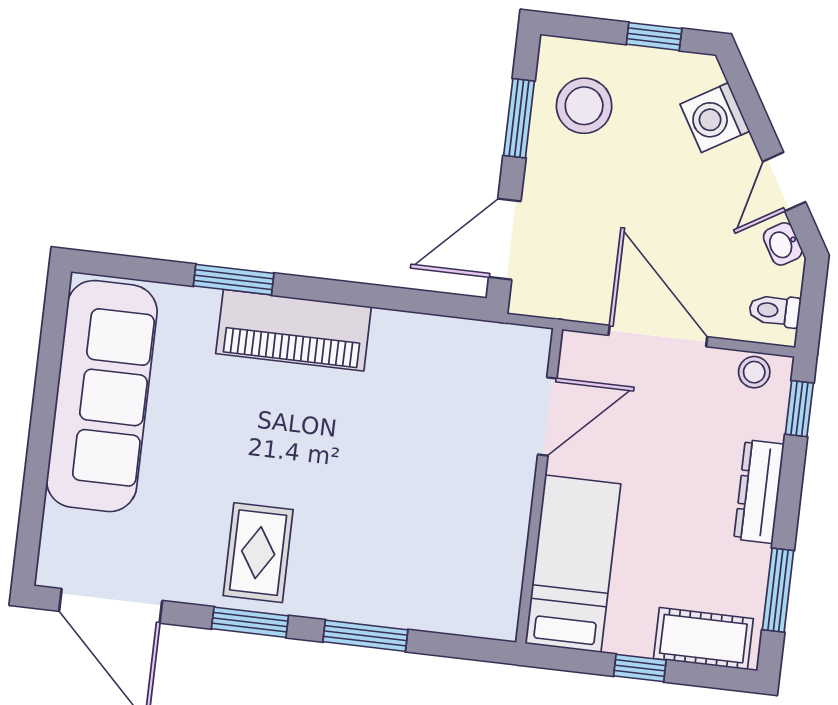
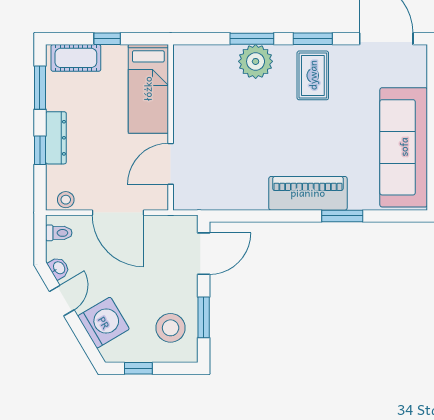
washing machine: (715, 118) -> (104, 323), width x1.37, depth x1.37
window: (799, 409) -> (40, 150), moved
plant: (364, 592) -> (256, 61), added

